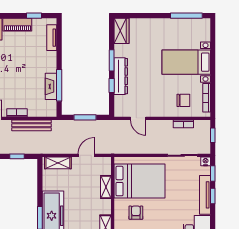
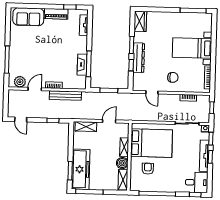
chair: (183, 100) -> (173, 77), moved
boiler: (104, 207) -> (122, 163), added

